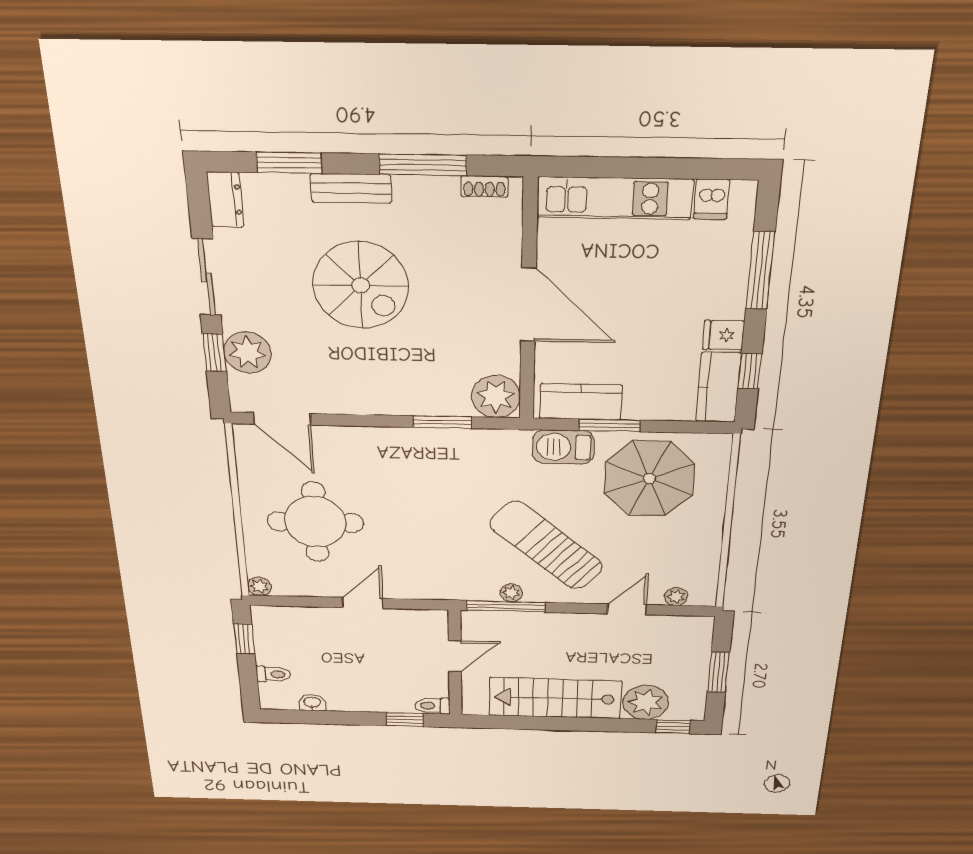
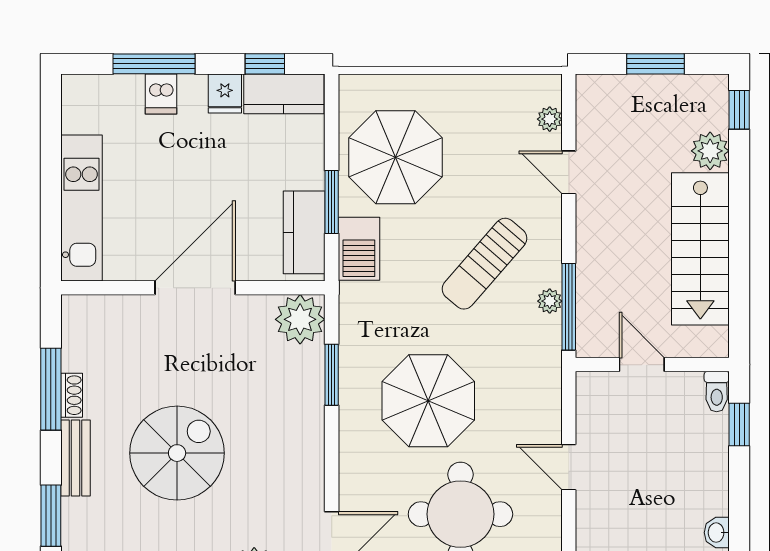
shoe rack: (484, 186) -> (72, 395), moved
dishwasher: (712, 199) -> (161, 94), moved, turned 90
parasol: (419, 499) -> (428, 401), added
sun lounger: (546, 545) -> (485, 264), width x0.73, depth x0.75
plant: (646, 702) -> (710, 151), width x0.73, depth x0.73

